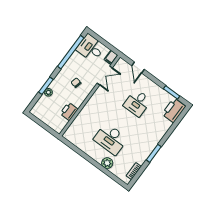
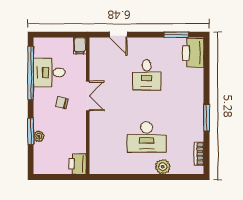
desk: (90, 48) -> (49, 73), moved
double door: (105, 75) -> (88, 96), moved
printer: (69, 111) -> (78, 164), moved

